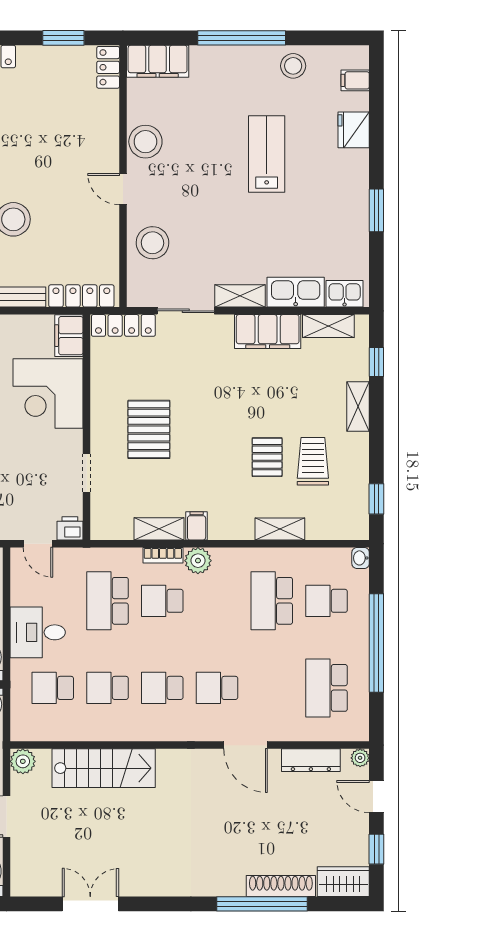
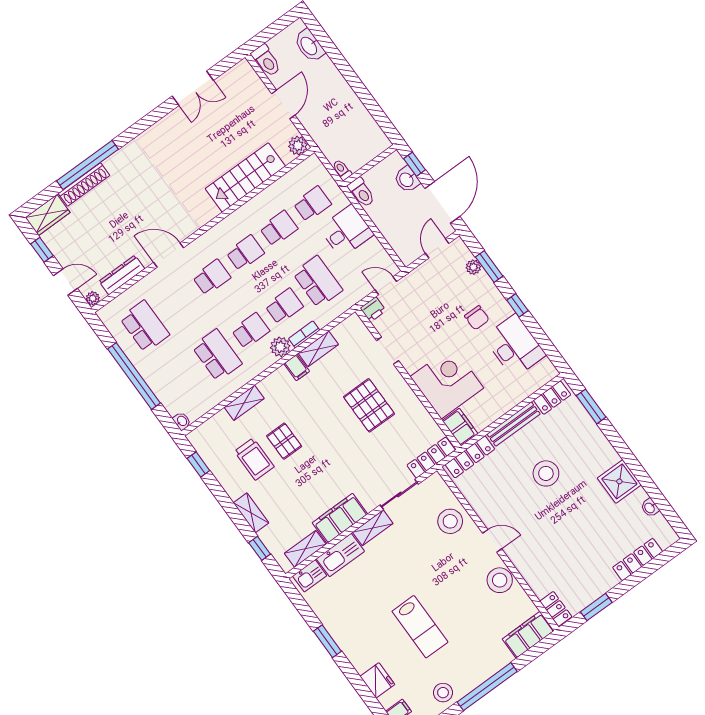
school desk: (327, 601) -> (251, 331), moved

